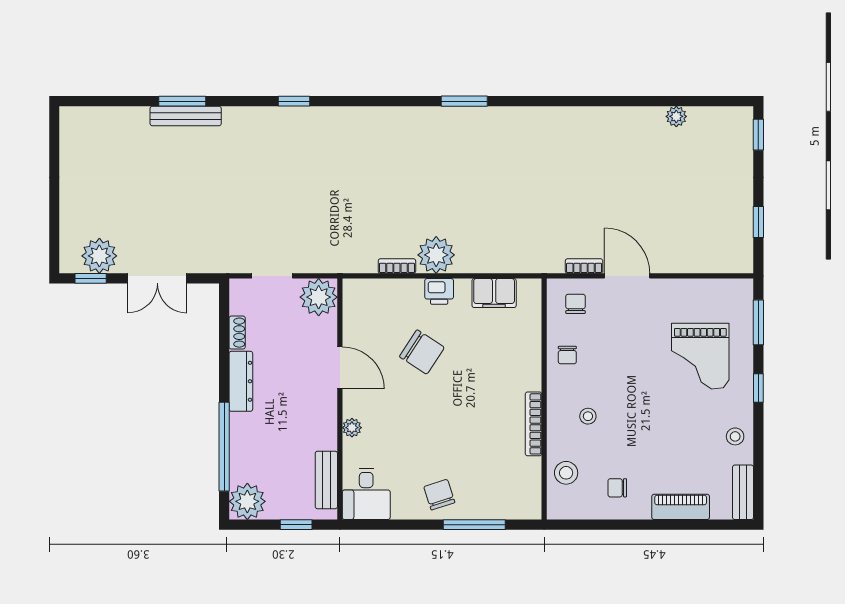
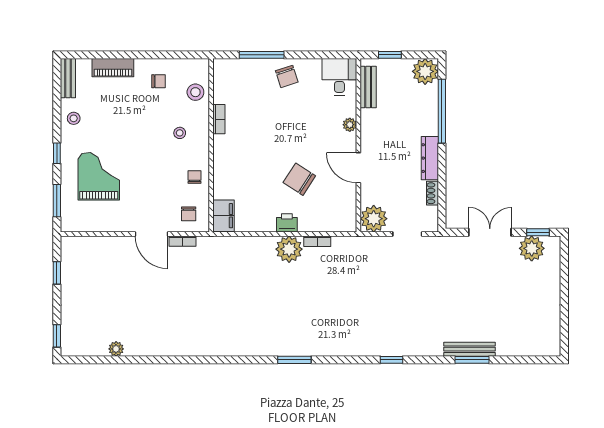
window: (464, 101) -> (294, 360), moved
filing cabinet: (494, 293) -> (224, 216), moved, turned 90
bookcase: (534, 424) -> (219, 119), width x0.64

